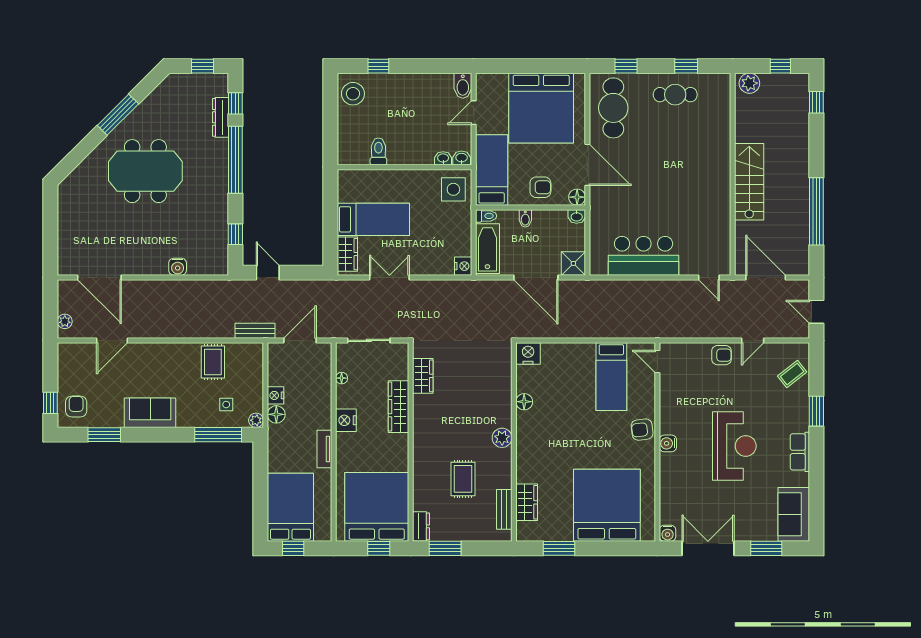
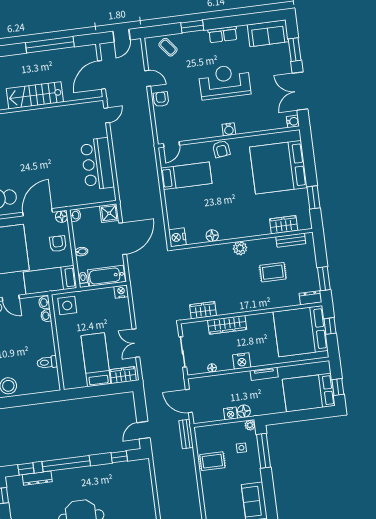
water cooler: (178, 267) -> (148, 495), removed

